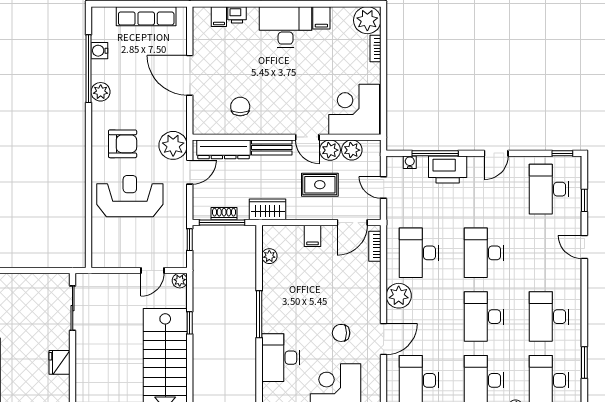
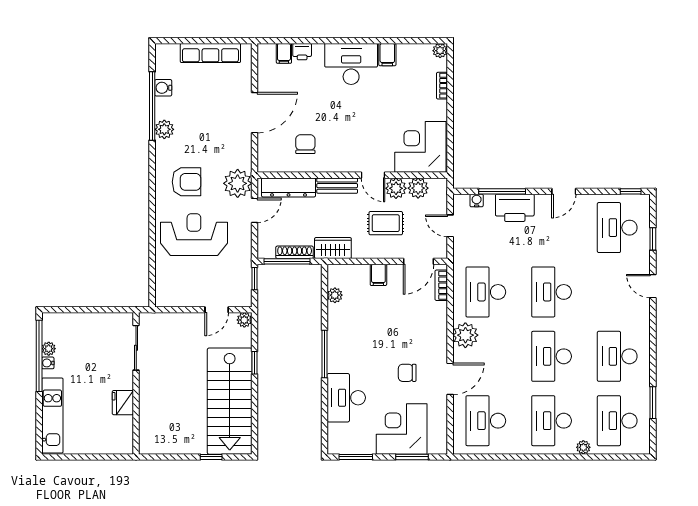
plant: (367, 20) -> (440, 51), width x0.53, depth x0.53
door: (190, 75) -> (254, 113), swing flipped
shoe rack: (224, 214) -> (295, 252), width x1.43

